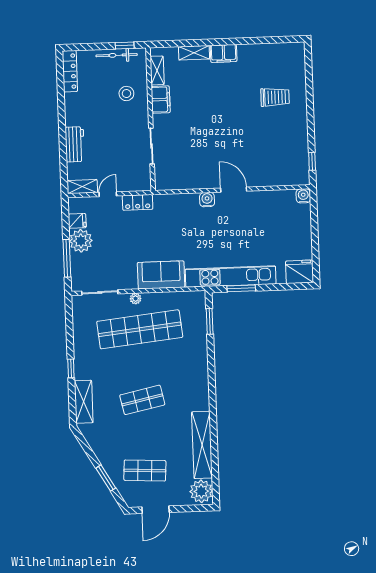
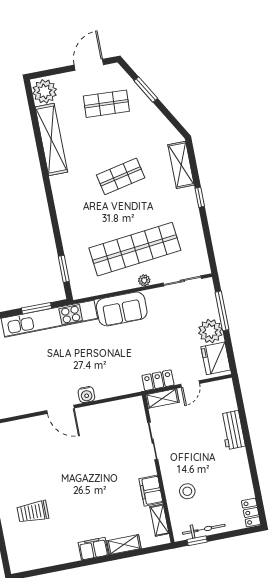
locker: (70, 71) -> (251, 512), width x0.66
shelving: (82, 187) -> (162, 398), moved
fridge: (77, 221) -> (216, 358), width x1.88, depth x1.34

